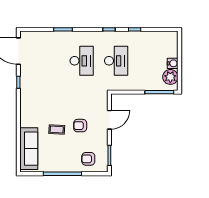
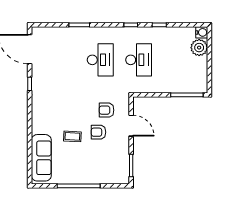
water cooler: (173, 63) -> (202, 32), moved
plant: (170, 77) -> (199, 48), moved
door: (109, 120) -> (131, 126), hinge flipped
armchair: (88, 159) -> (107, 110), moved

